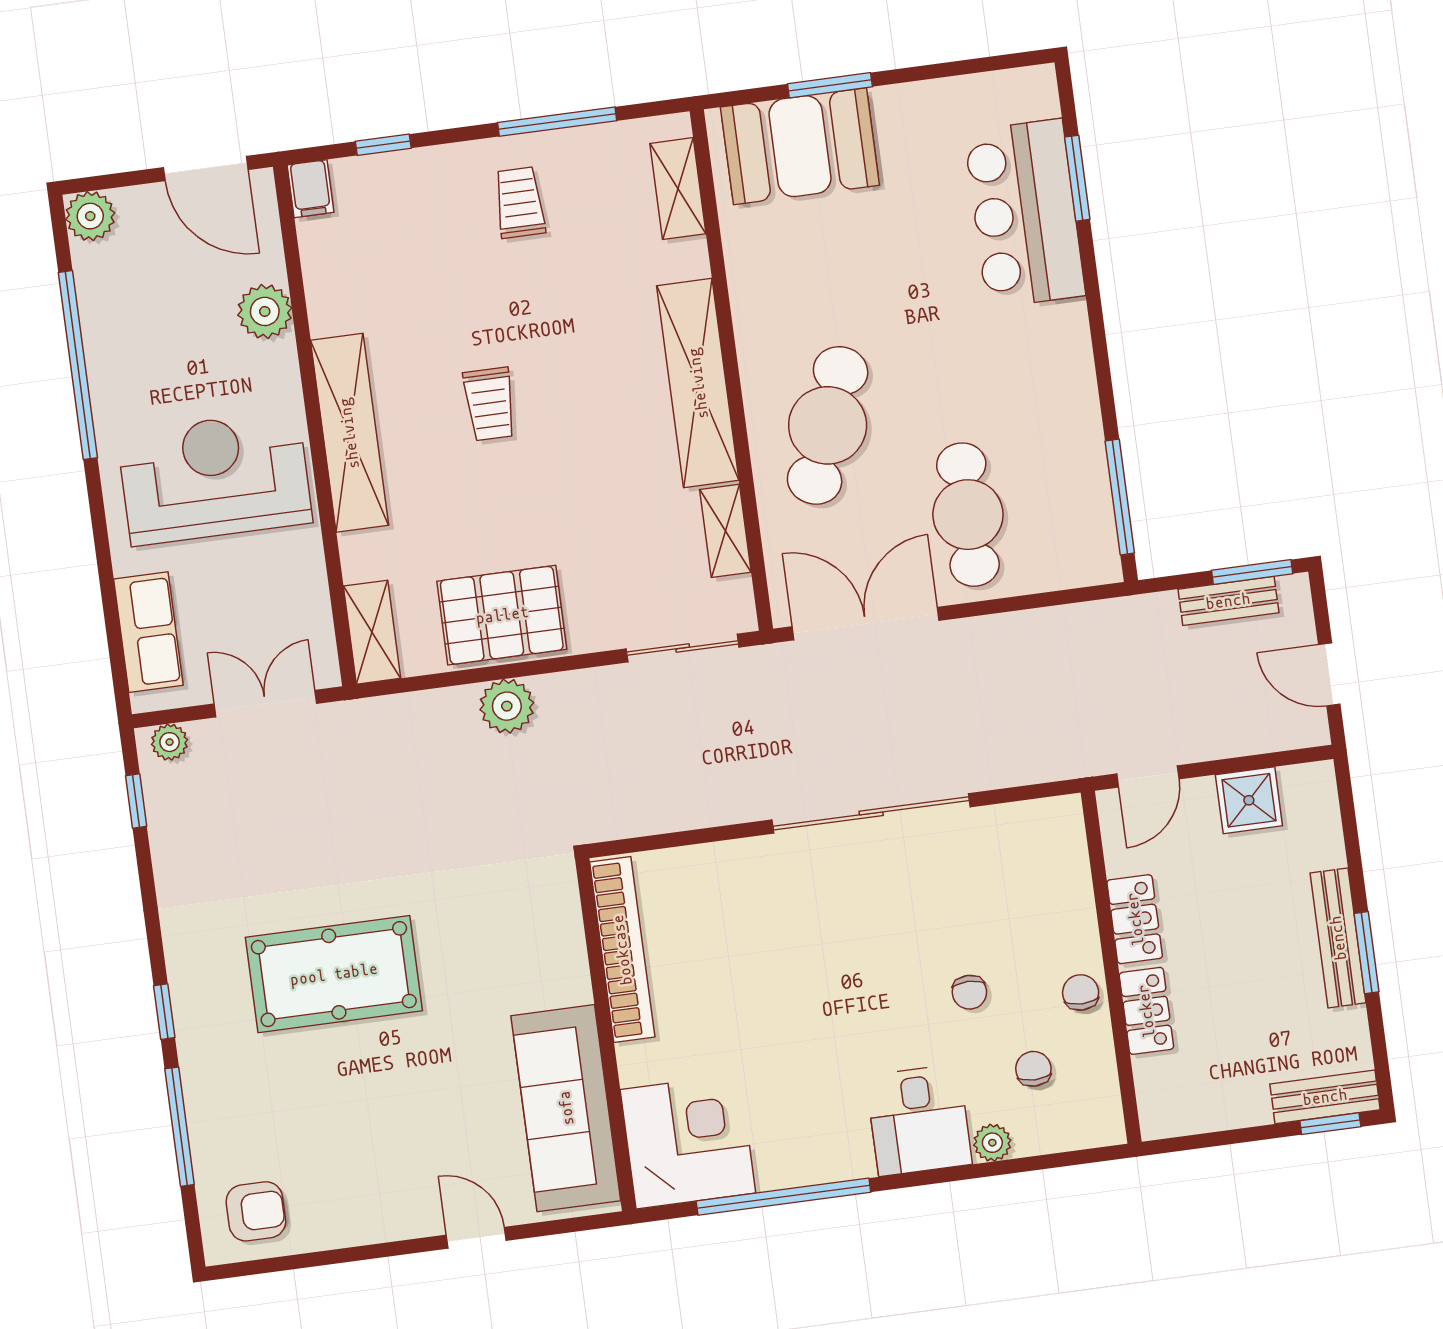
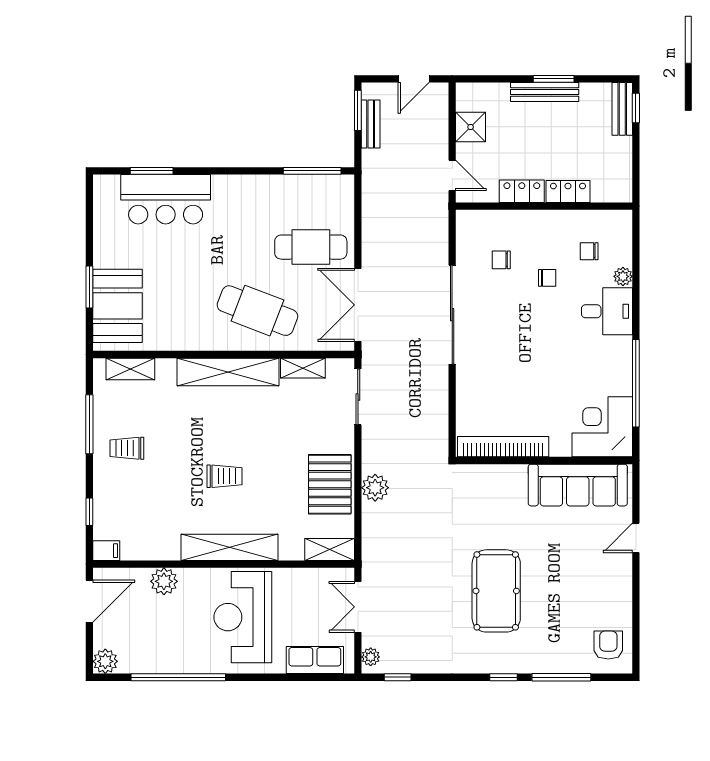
chair: (1081, 992) -> (501, 260), moved

